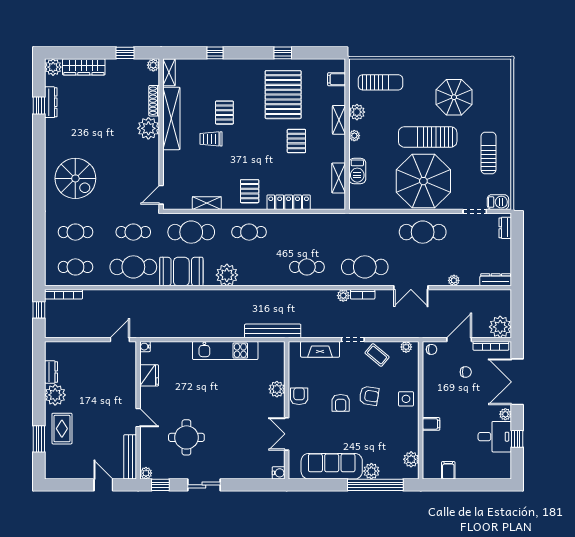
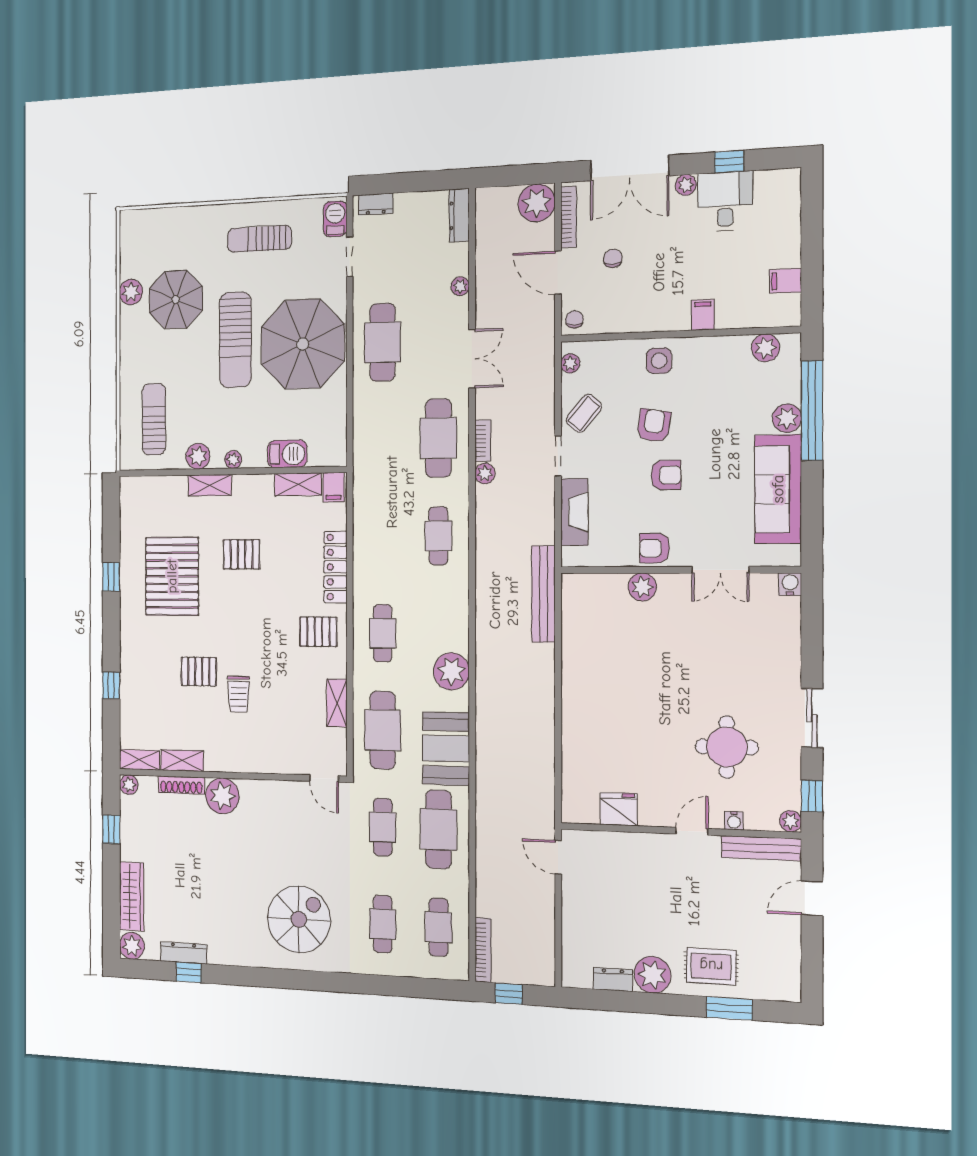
plant: (460, 67) -> (131, 292), added
filing cabinet: (337, 79) -> (333, 487), moved
pallet: (283, 95) -> (172, 576), turned 90
shelving: (171, 118) -> (182, 761), width x0.45, depth x0.75
water cooler: (145, 347) -> (734, 821), moved
kitchen unit: (225, 351) -> (576, 676), removed

